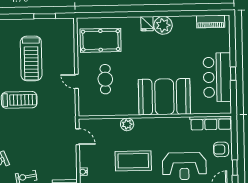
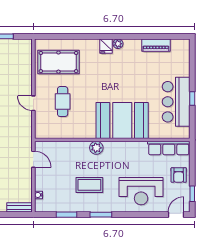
piano: (211, 22) -> (156, 45), moved
plant: (163, 25) -> (118, 44), width x0.53, depth x0.53
plant: (127, 124) -> (96, 148), moved
armchair: (221, 149) -> (179, 175), turned -90
coffee table: (133, 161) -> (89, 185), width x0.73, depth x0.76

